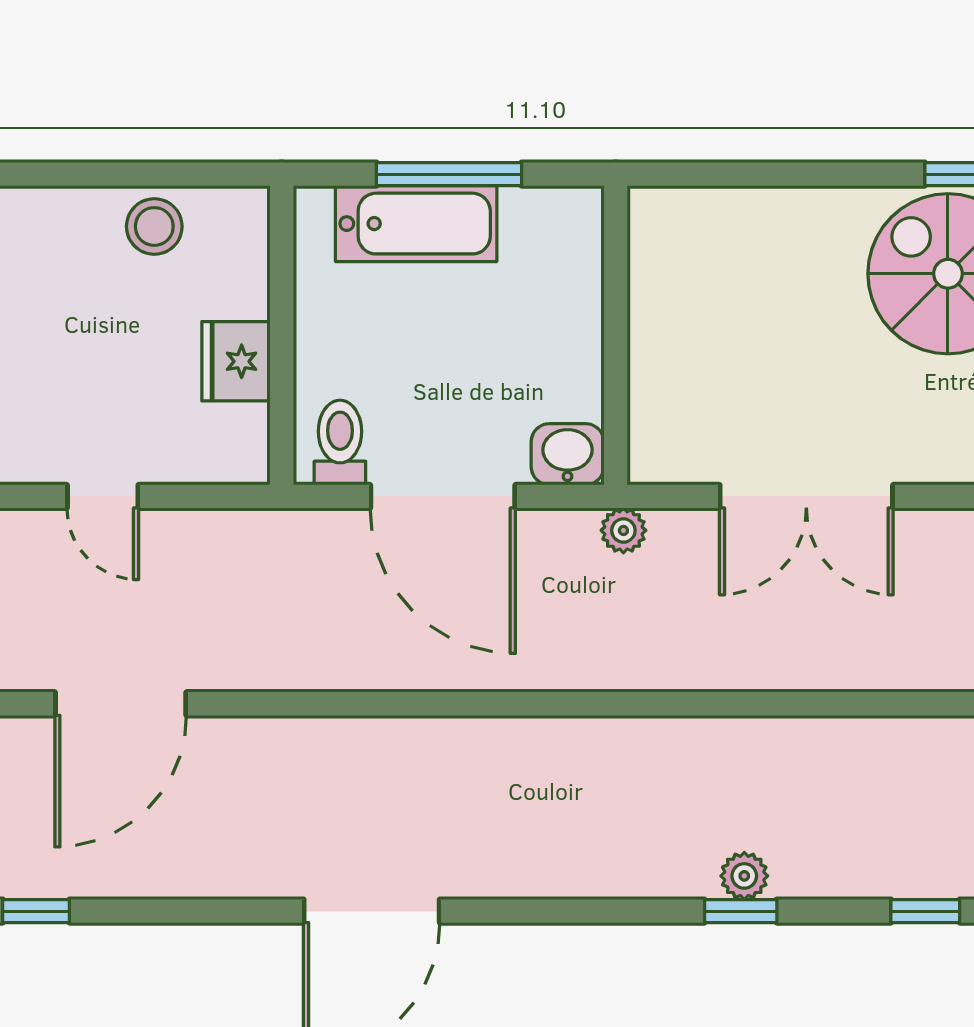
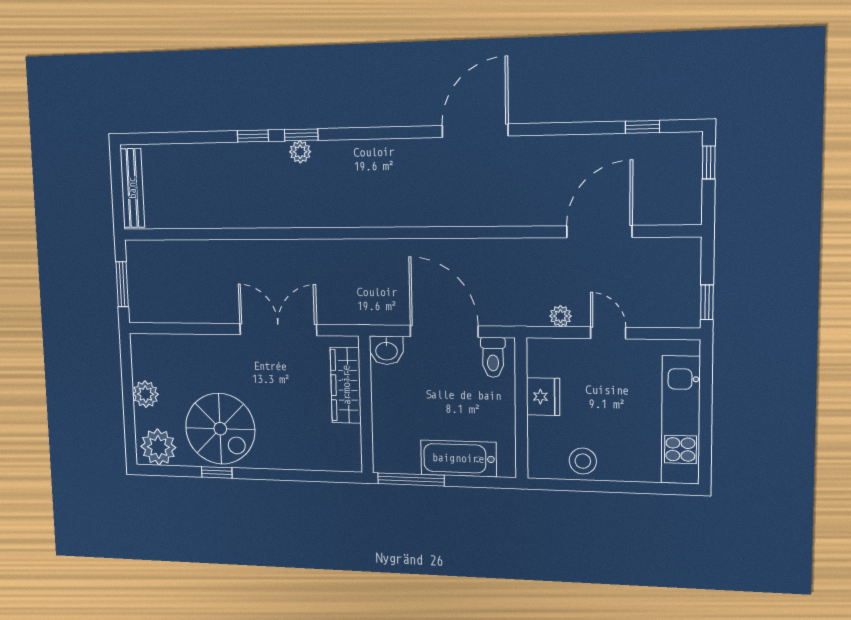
window: (449, 174) -> (411, 479), moved
wardrobe: (659, 377) -> (346, 385), added
plant: (623, 530) -> (560, 316), moved
window: (925, 911) -> (253, 136), moved

